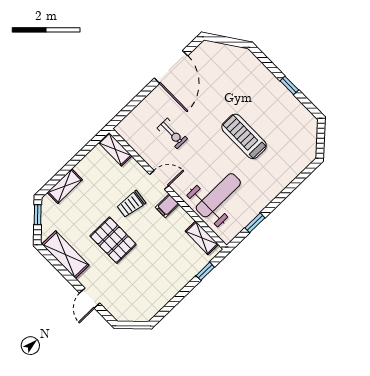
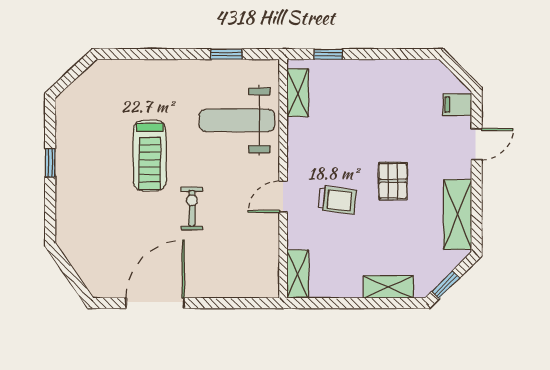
exercise bike: (172, 133) -> (192, 208), moved
door: (159, 180) -> (283, 197), hinge flipped
filing cabinet: (167, 206) -> (457, 105), moved, turned 180
pallet: (113, 240) -> (393, 181), width x0.67, depth x0.71

